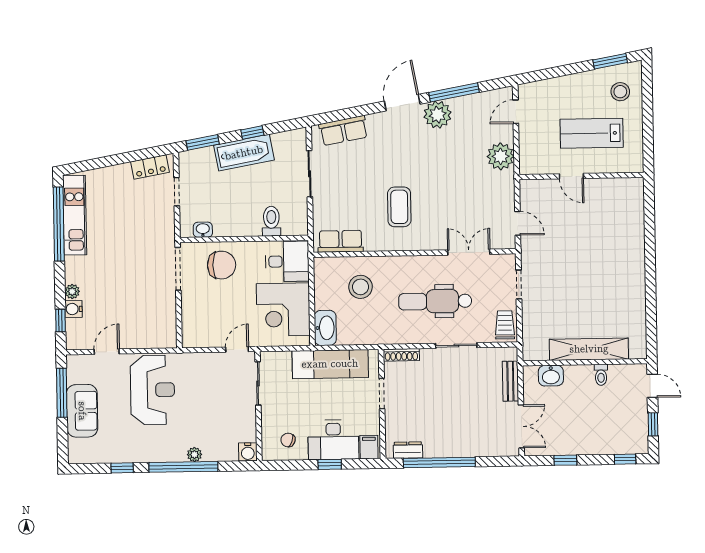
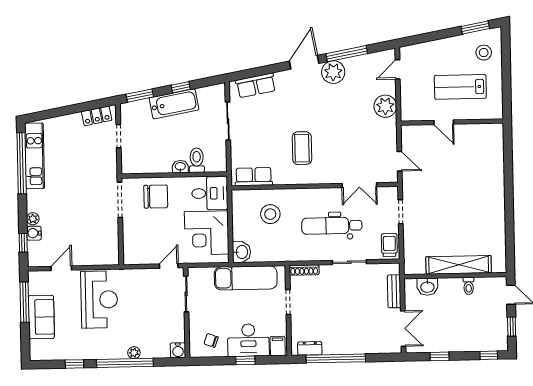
washbasin: (203, 230) -> (180, 167), moved
double door: (469, 252) -> (359, 185), swing flipped
washbasin: (325, 328) -> (241, 252), width x0.72

